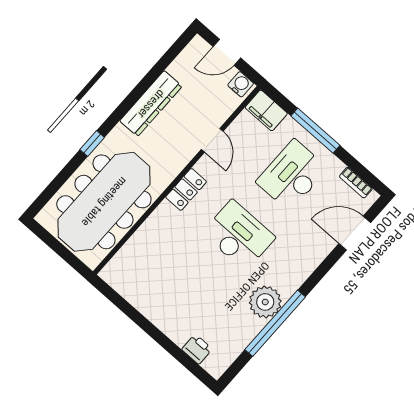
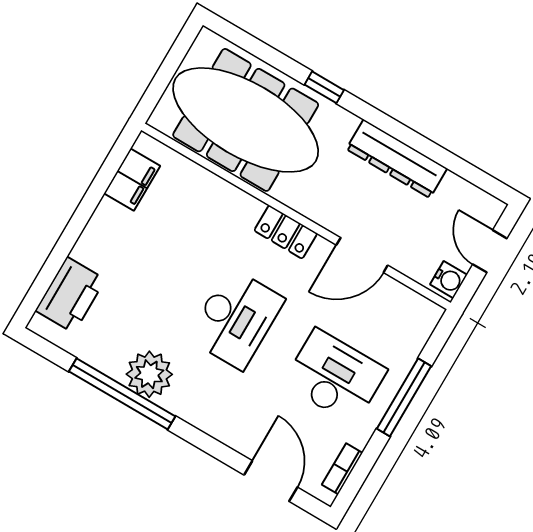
filing cabinet: (266, 110) -> (132, 180), moved, turned 180
door: (212, 140) -> (362, 255), width x1.38
printer: (197, 349) -> (70, 295), width x1.87, depth x1.48

